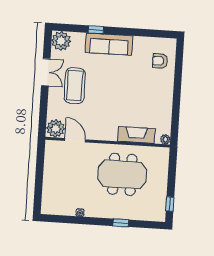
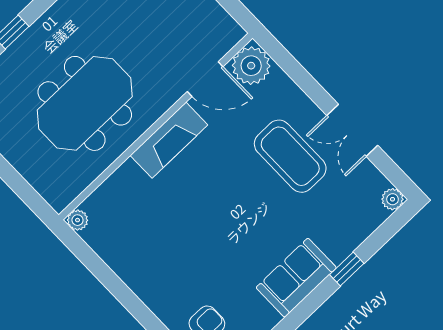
plant: (61, 41) -> (393, 199), width x0.53, depth x0.53
sofa: (109, 44) -> (296, 278), width x0.73
fireplace: (136, 135) -> (169, 140), moved

